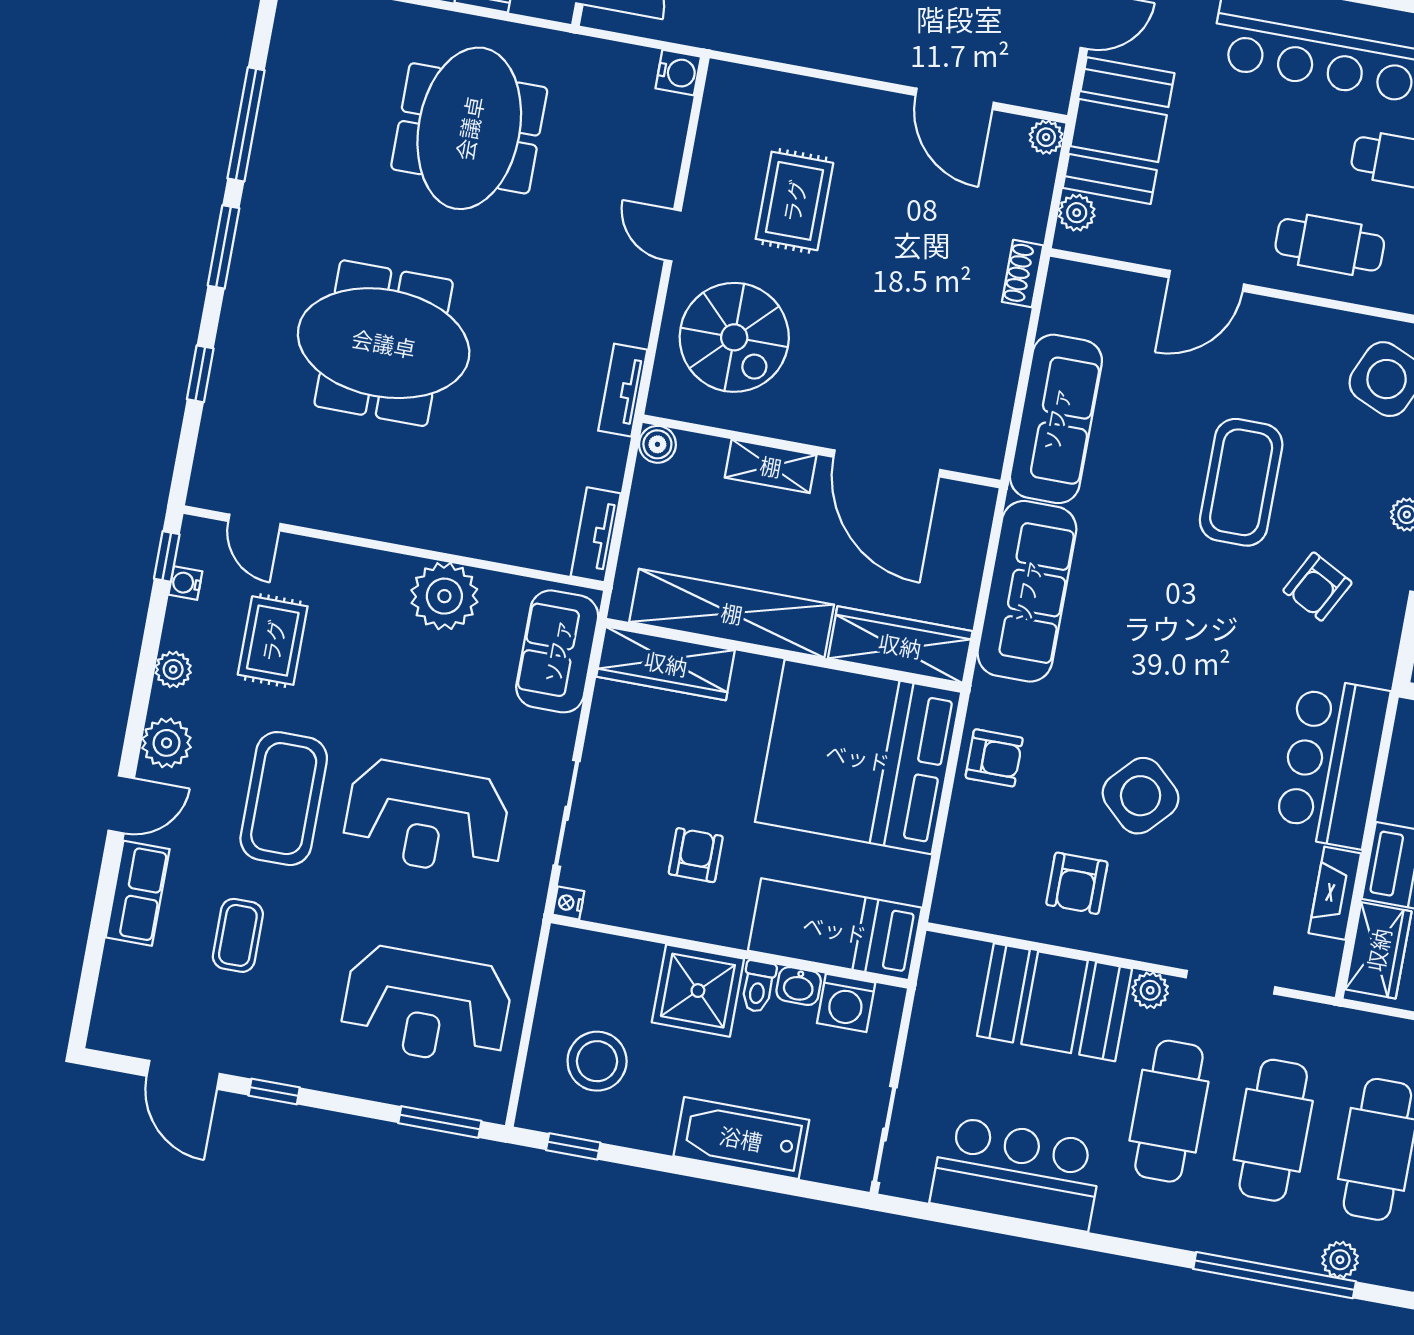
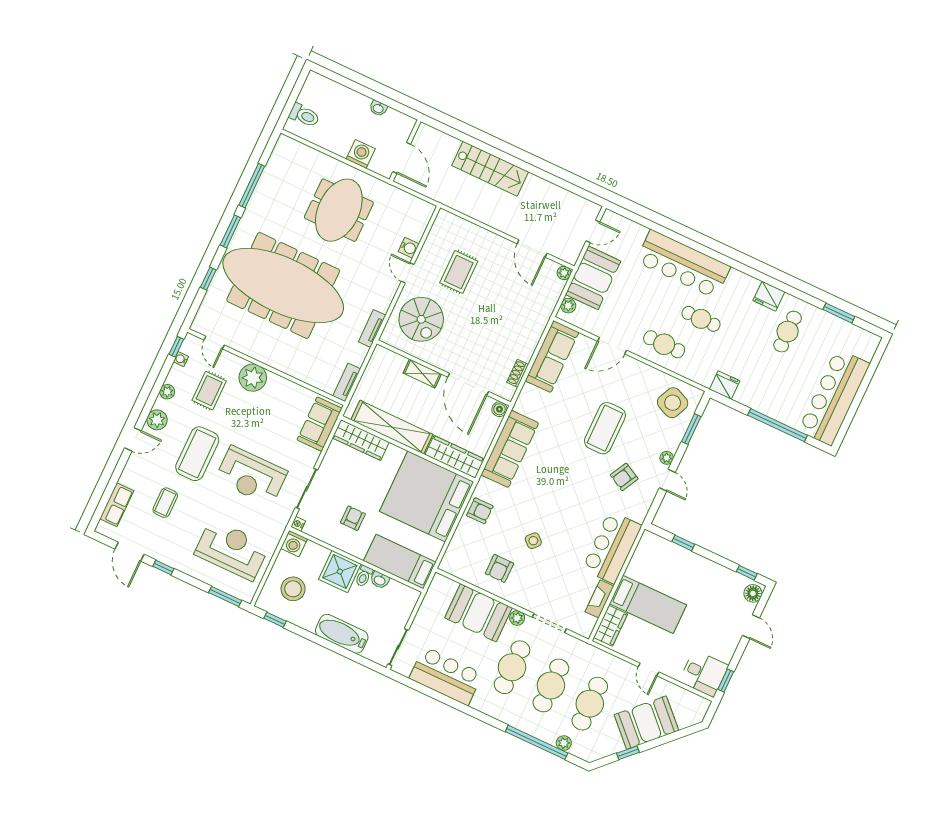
water cooler: (678, 72) -> (409, 248), moved
shoe rack: (1023, 274) -> (518, 373), moved
meeting table: (384, 343) -> (283, 285), width x1.86, depth x1.27
sofa: (1056, 419) -> (552, 356), moved
boiler: (657, 444) -> (499, 409), moved
plant: (444, 596) -> (253, 378), moved
side table: (1141, 796) -> (533, 541), width x0.54, depth x0.54
row of seats: (138, 893) -> (117, 505), moved
washing machine: (846, 1003) -> (294, 544), moved
reception desk: (426, 1006) -> (232, 550), turned 180

